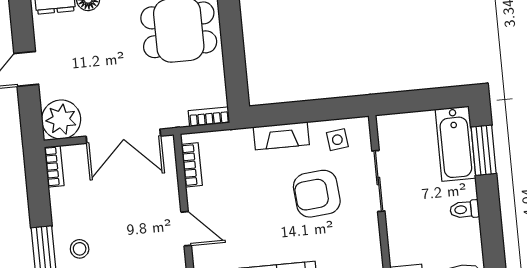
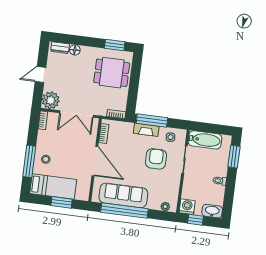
window: (289, 113) -> (152, 120), added
bathtub: (455, 144) -> (205, 140), moved, turned -90
armchair: (317, 194) -> (156, 159), turned 95
door: (186, 229) -> (95, 161), width x1.88

